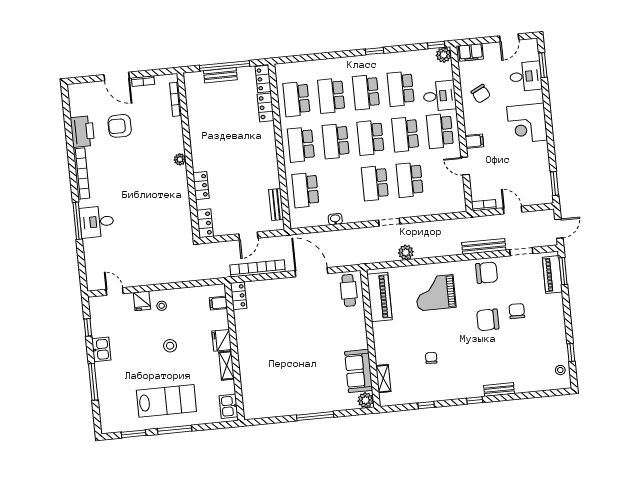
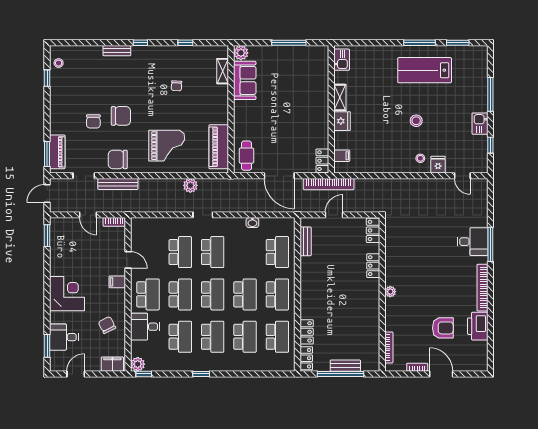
locker: (239, 296) -> (322, 161), moved
filing cabinet: (218, 303) -> (342, 156), moved
fridge: (222, 340) -> (342, 121), moved
wall: (234, 352) -> (331, 109), moved
shelving: (227, 366) -> (340, 97), moved
kitchen sink: (229, 406) -> (342, 60), moved

